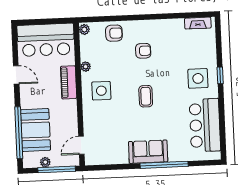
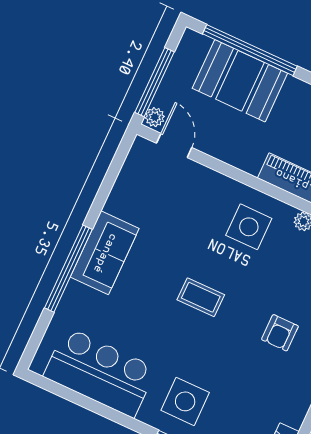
plant: (45, 162) -> (155, 117), moved

